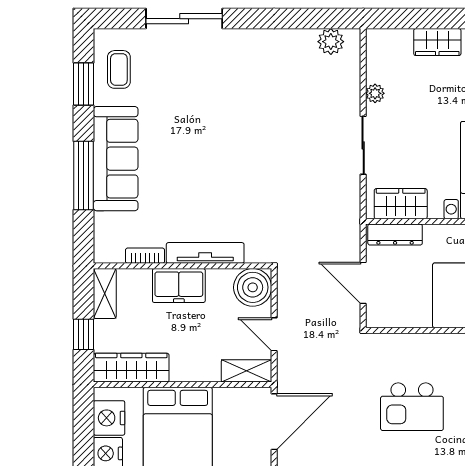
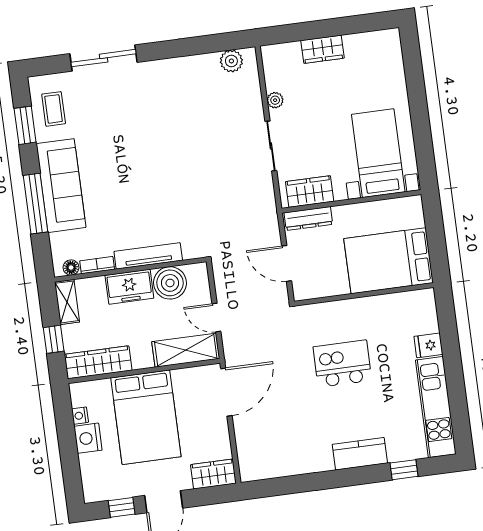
floor lamp: (115, 254) -> (71, 268), added
boiler: (253, 287) -> (170, 283), moved
shelving: (246, 371) -> (186, 350), width x1.50, depth x1.33
kitchen island: (412, 407) -> (342, 364), turned 180
nightstand: (109, 418) -> (80, 416), width x0.53, depth x0.56

